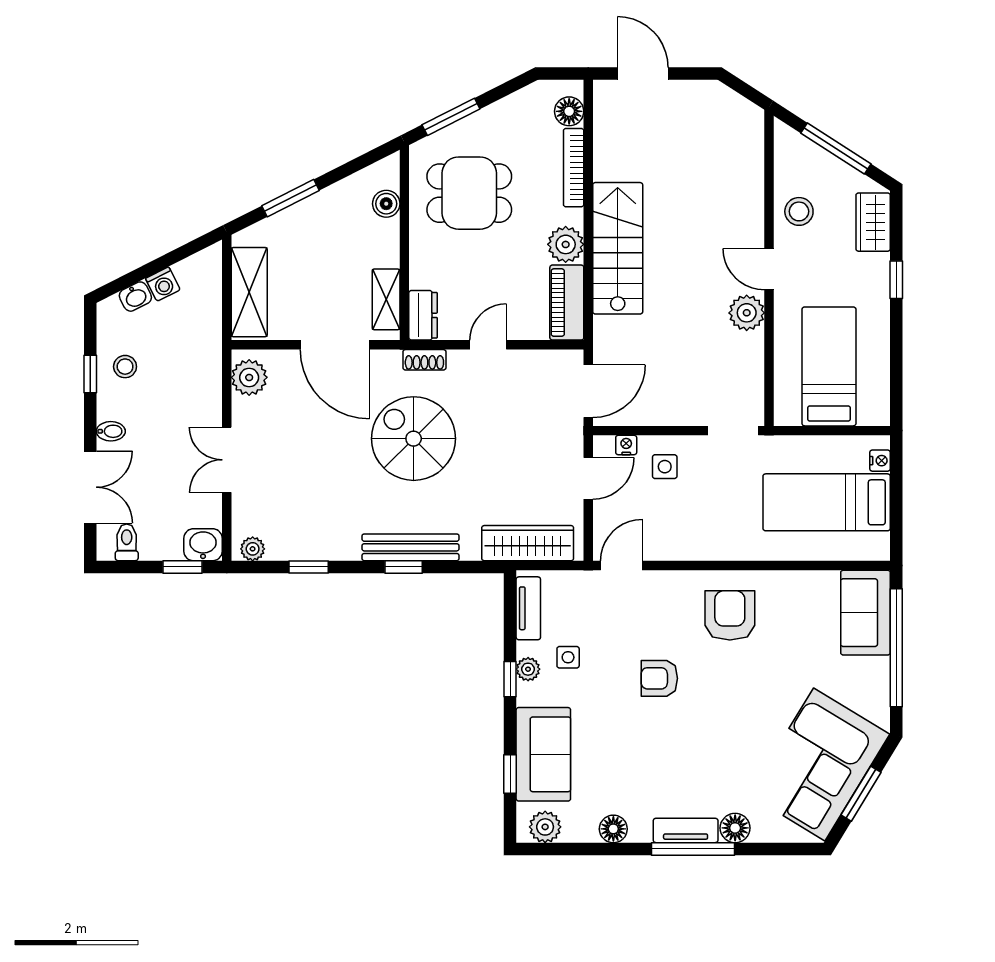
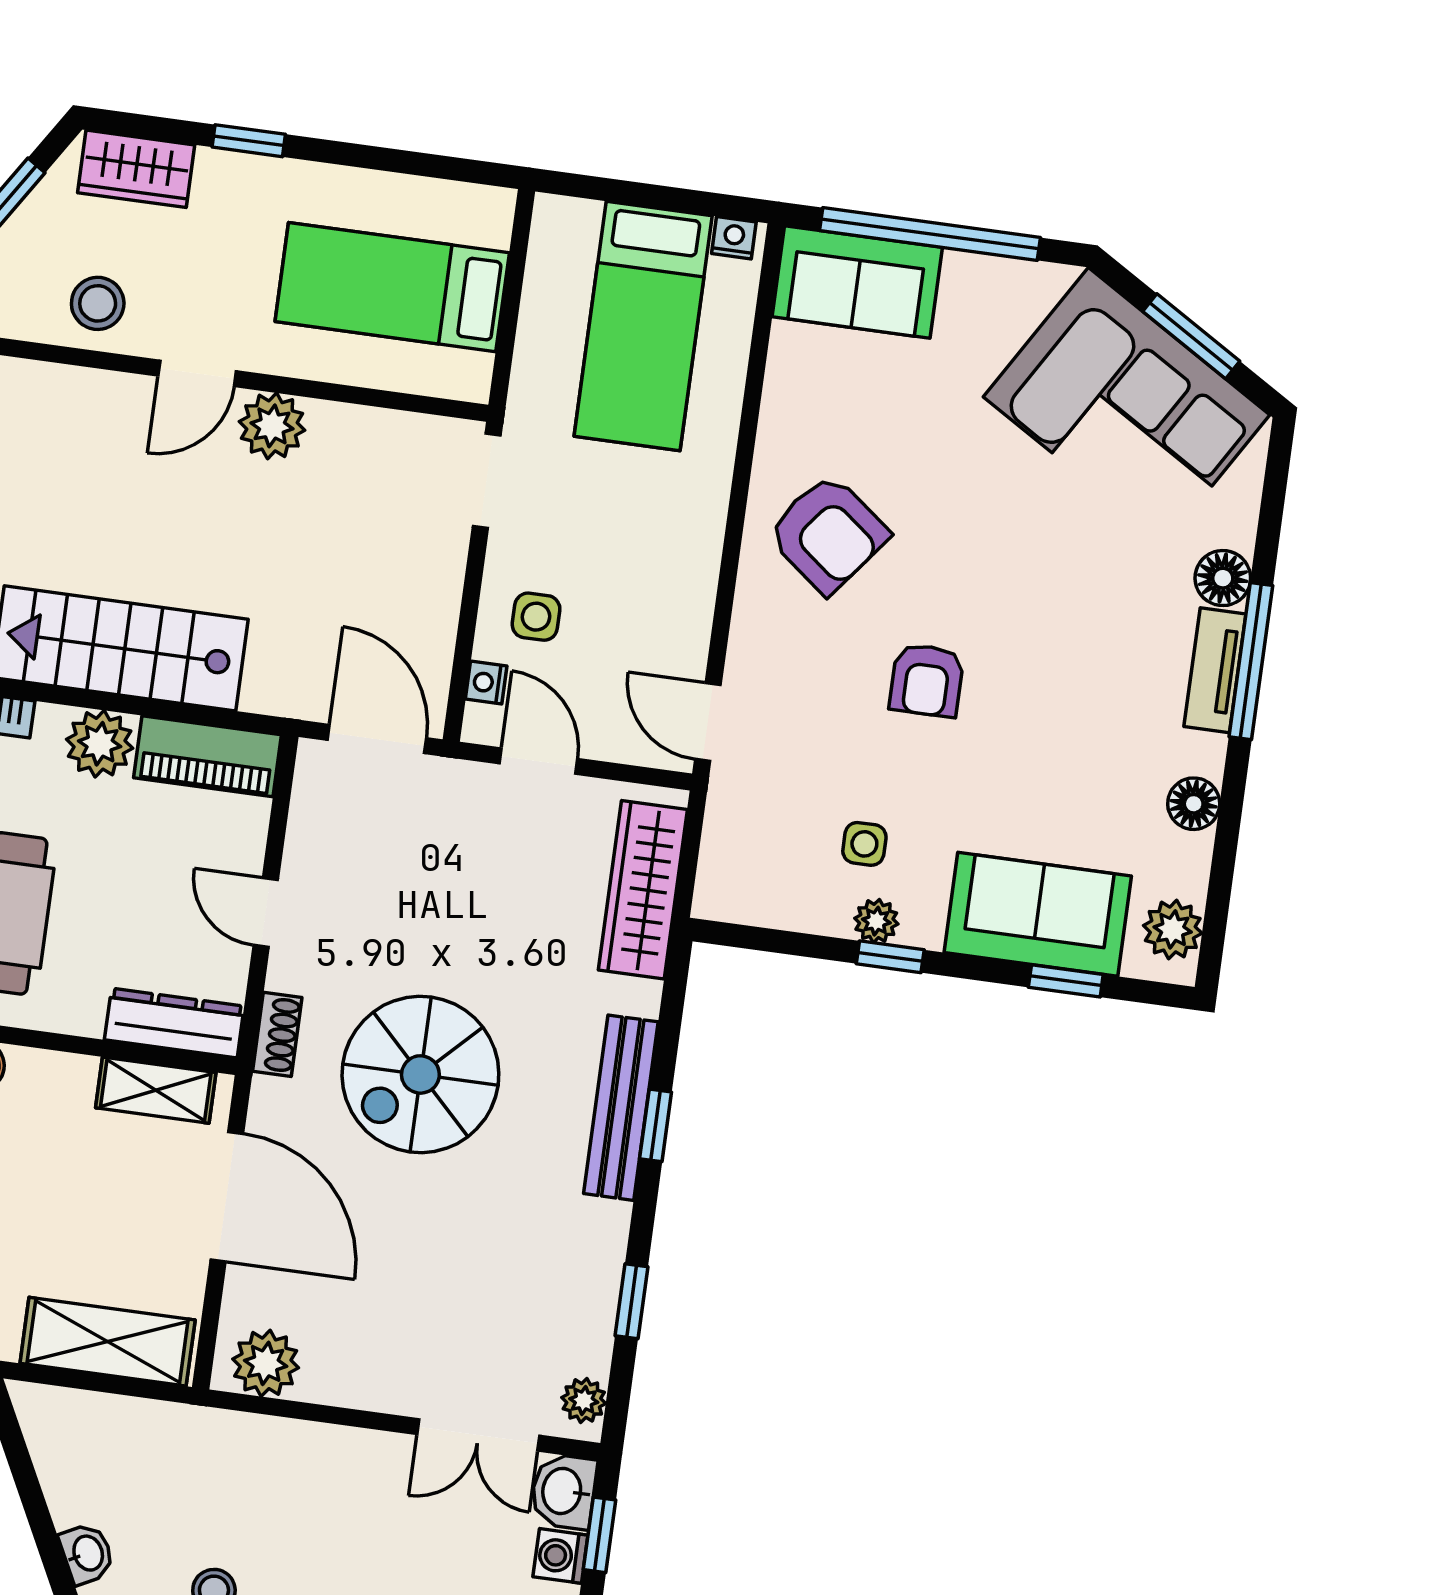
washing machine: (163, 284) -> (560, 1556), moved, turned -153
dresser: (423, 315) -> (174, 1023), width x1.44
door: (335, 345) -> (227, 1197), hinge flipped
double door: (227, 460) -> (478, 1435), moved
nightstand: (880, 461) -> (734, 238), moved
tv unit: (528, 608) -> (764, 905), removed
armchair: (730, 615) -> (828, 534), turned -142

